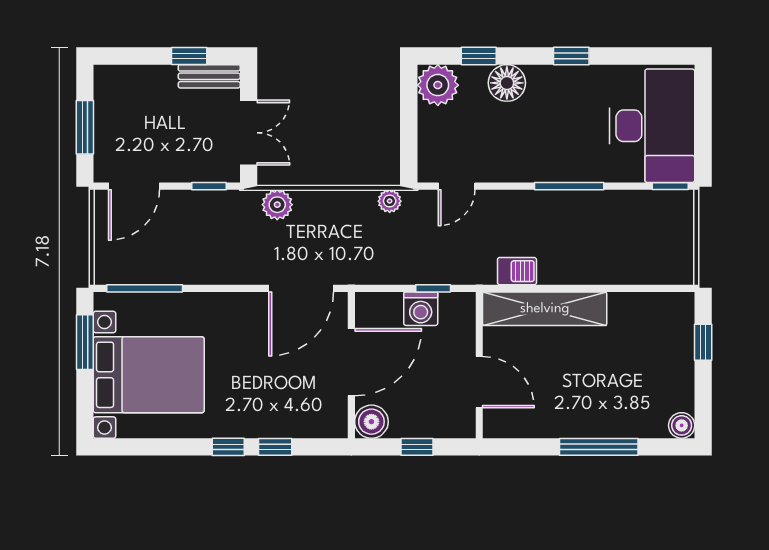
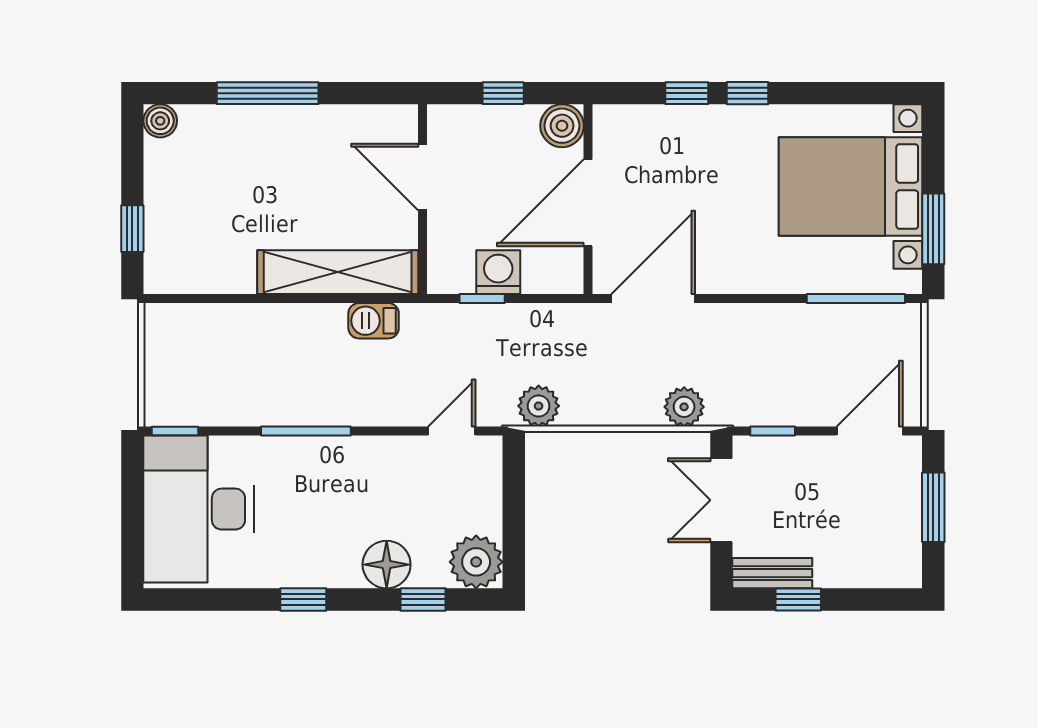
plant: (390, 201) -> (539, 406), width x1.38, depth x1.38

